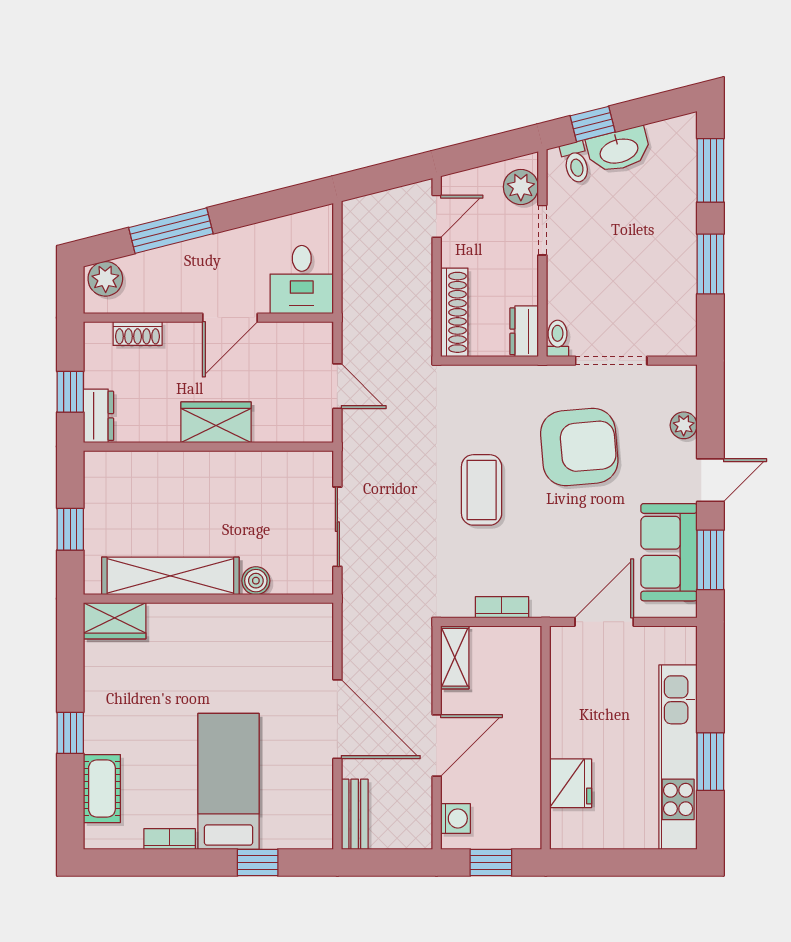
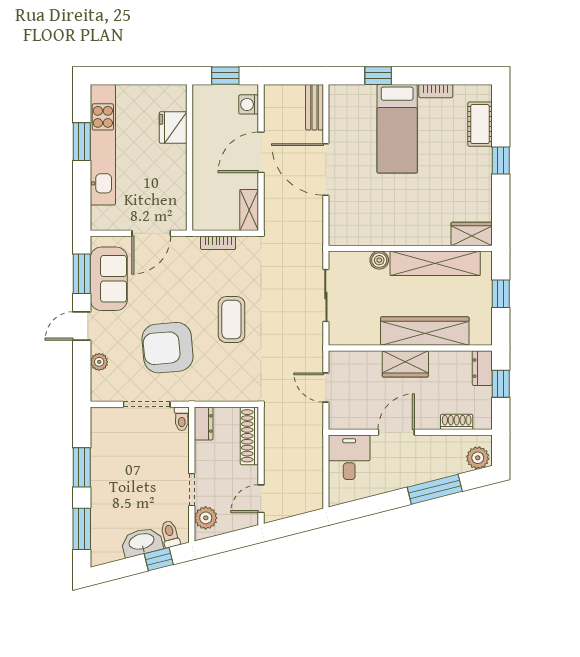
wardrobe: (186, 472) -> (425, 331), added

